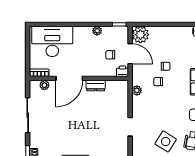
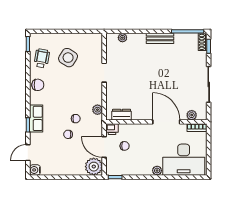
plant: (97, 31) -> (157, 171), moved
door: (69, 78) -> (166, 122), hinge flipped
dresser: (96, 86) -> (122, 115), moved

